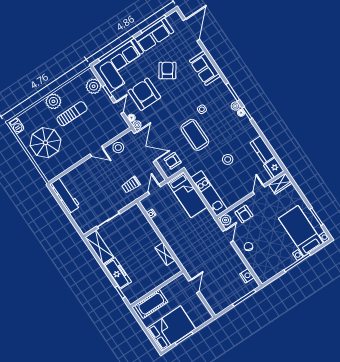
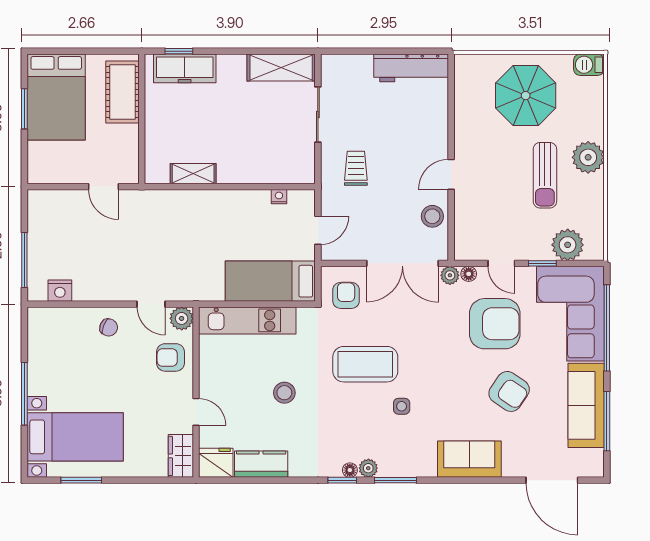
trolley: (131, 185) -> (356, 168), moved
door: (154, 189) -> (318, 230), hinge flipped
freezer: (118, 274) -> (185, 68), moved

